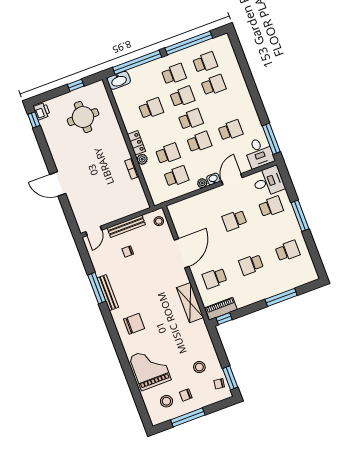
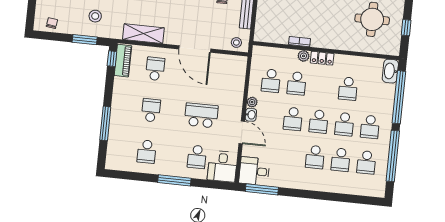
school desk: (231, 130) -> (315, 157), moved
school desk: (234, 220) -> (201, 115), width x1.85
stool: (199, 367) -> (95, 16), moved
window: (230, 378) -> (85, 40), moved

